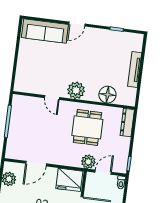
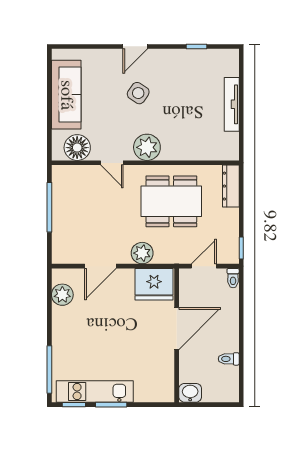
sofa: (45, 31) -> (66, 95), moved, turned -90
side table: (75, 54) -> (138, 93), added
floor lamp: (107, 95) -> (77, 148), moved
dining table: (87, 127) -> (171, 201), width x1.38
plant: (88, 162) -> (142, 253), moved

